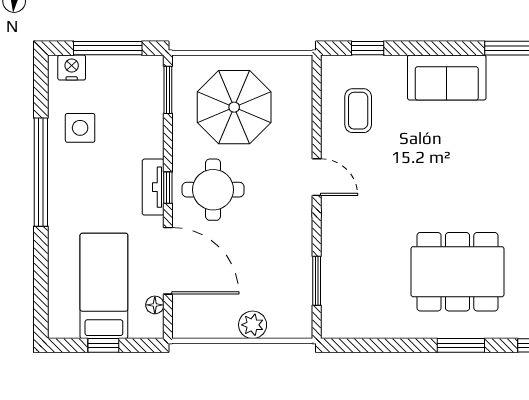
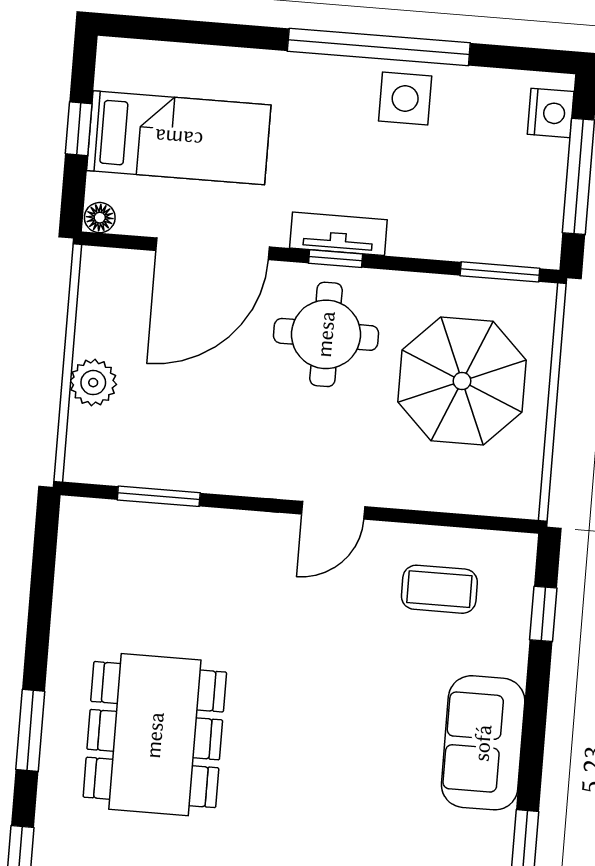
side table: (80, 128) -> (405, 99), moved
floor lamp: (155, 305) -> (100, 218), moved

